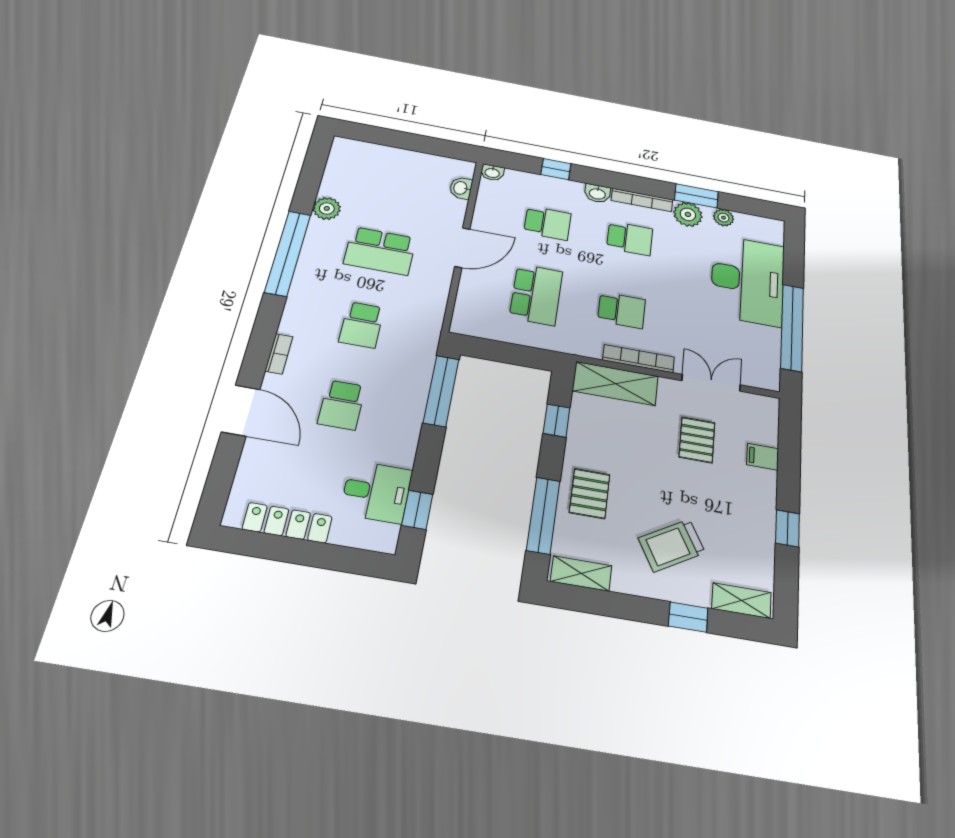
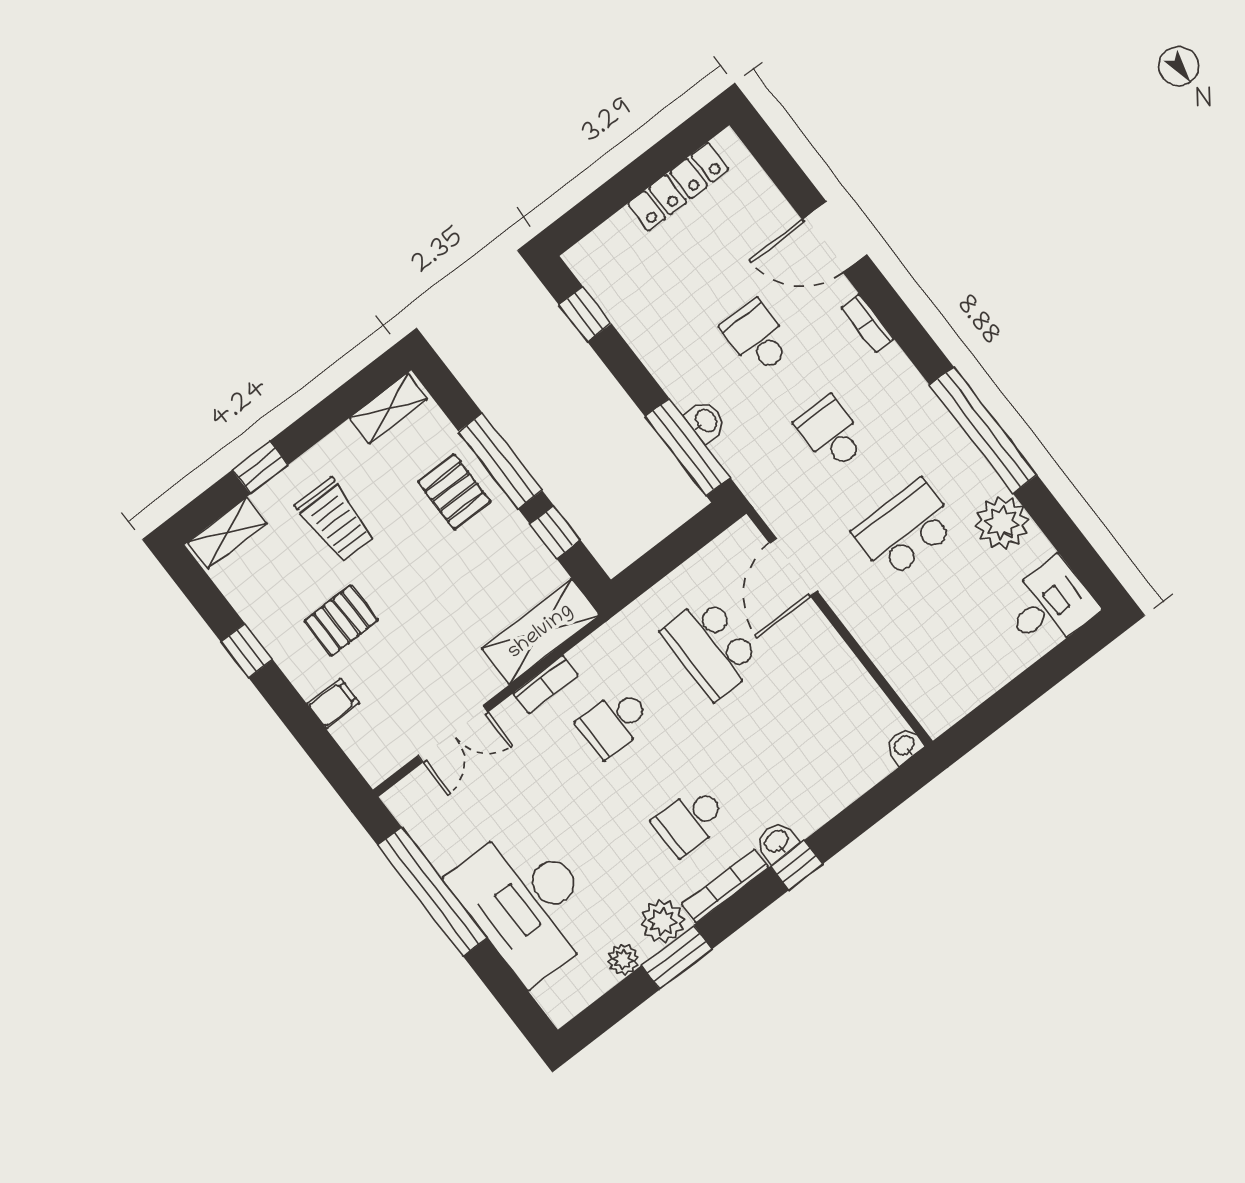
window: (556, 169) -> (797, 865), moved
washbasin: (461, 188) -> (706, 421), moved
plant: (327, 208) -> (1002, 523), width x1.36, depth x1.36
school desk: (548, 223) -> (787, 746), removed
door: (462, 248) -> (793, 567), moved
bookcase: (639, 359) -> (545, 684), width x0.64
pallet: (697, 440) -> (341, 621), moved, turned 90
desk: (376, 492) -> (1050, 605), moved, turned 180
window: (543, 515) -> (500, 461), moved
trolley: (672, 545) -> (335, 520), turned 120

